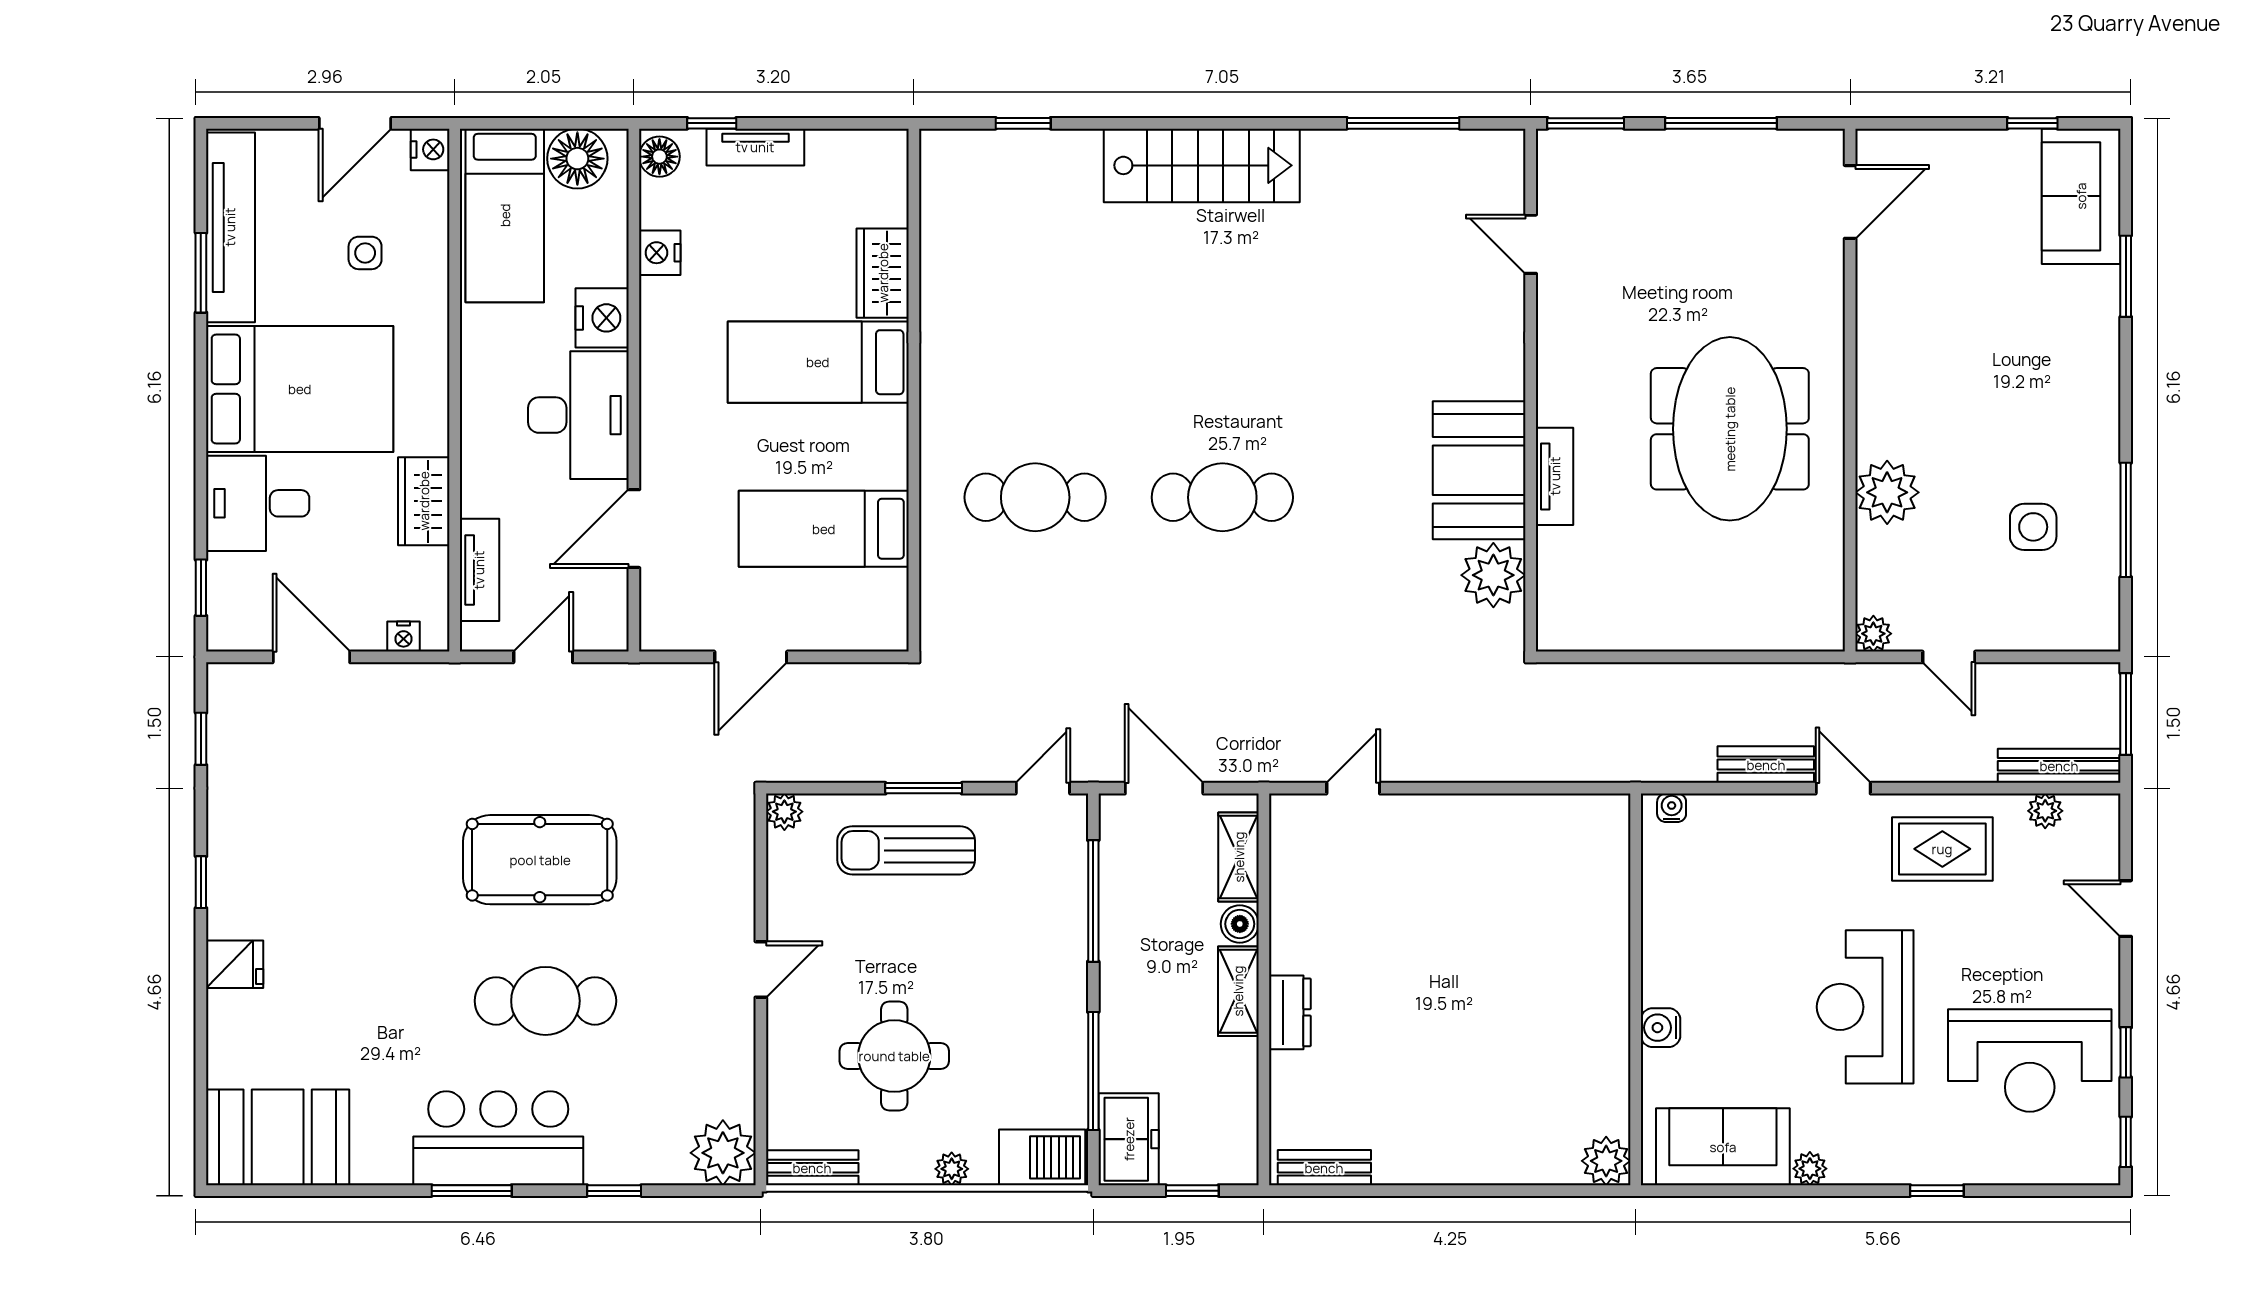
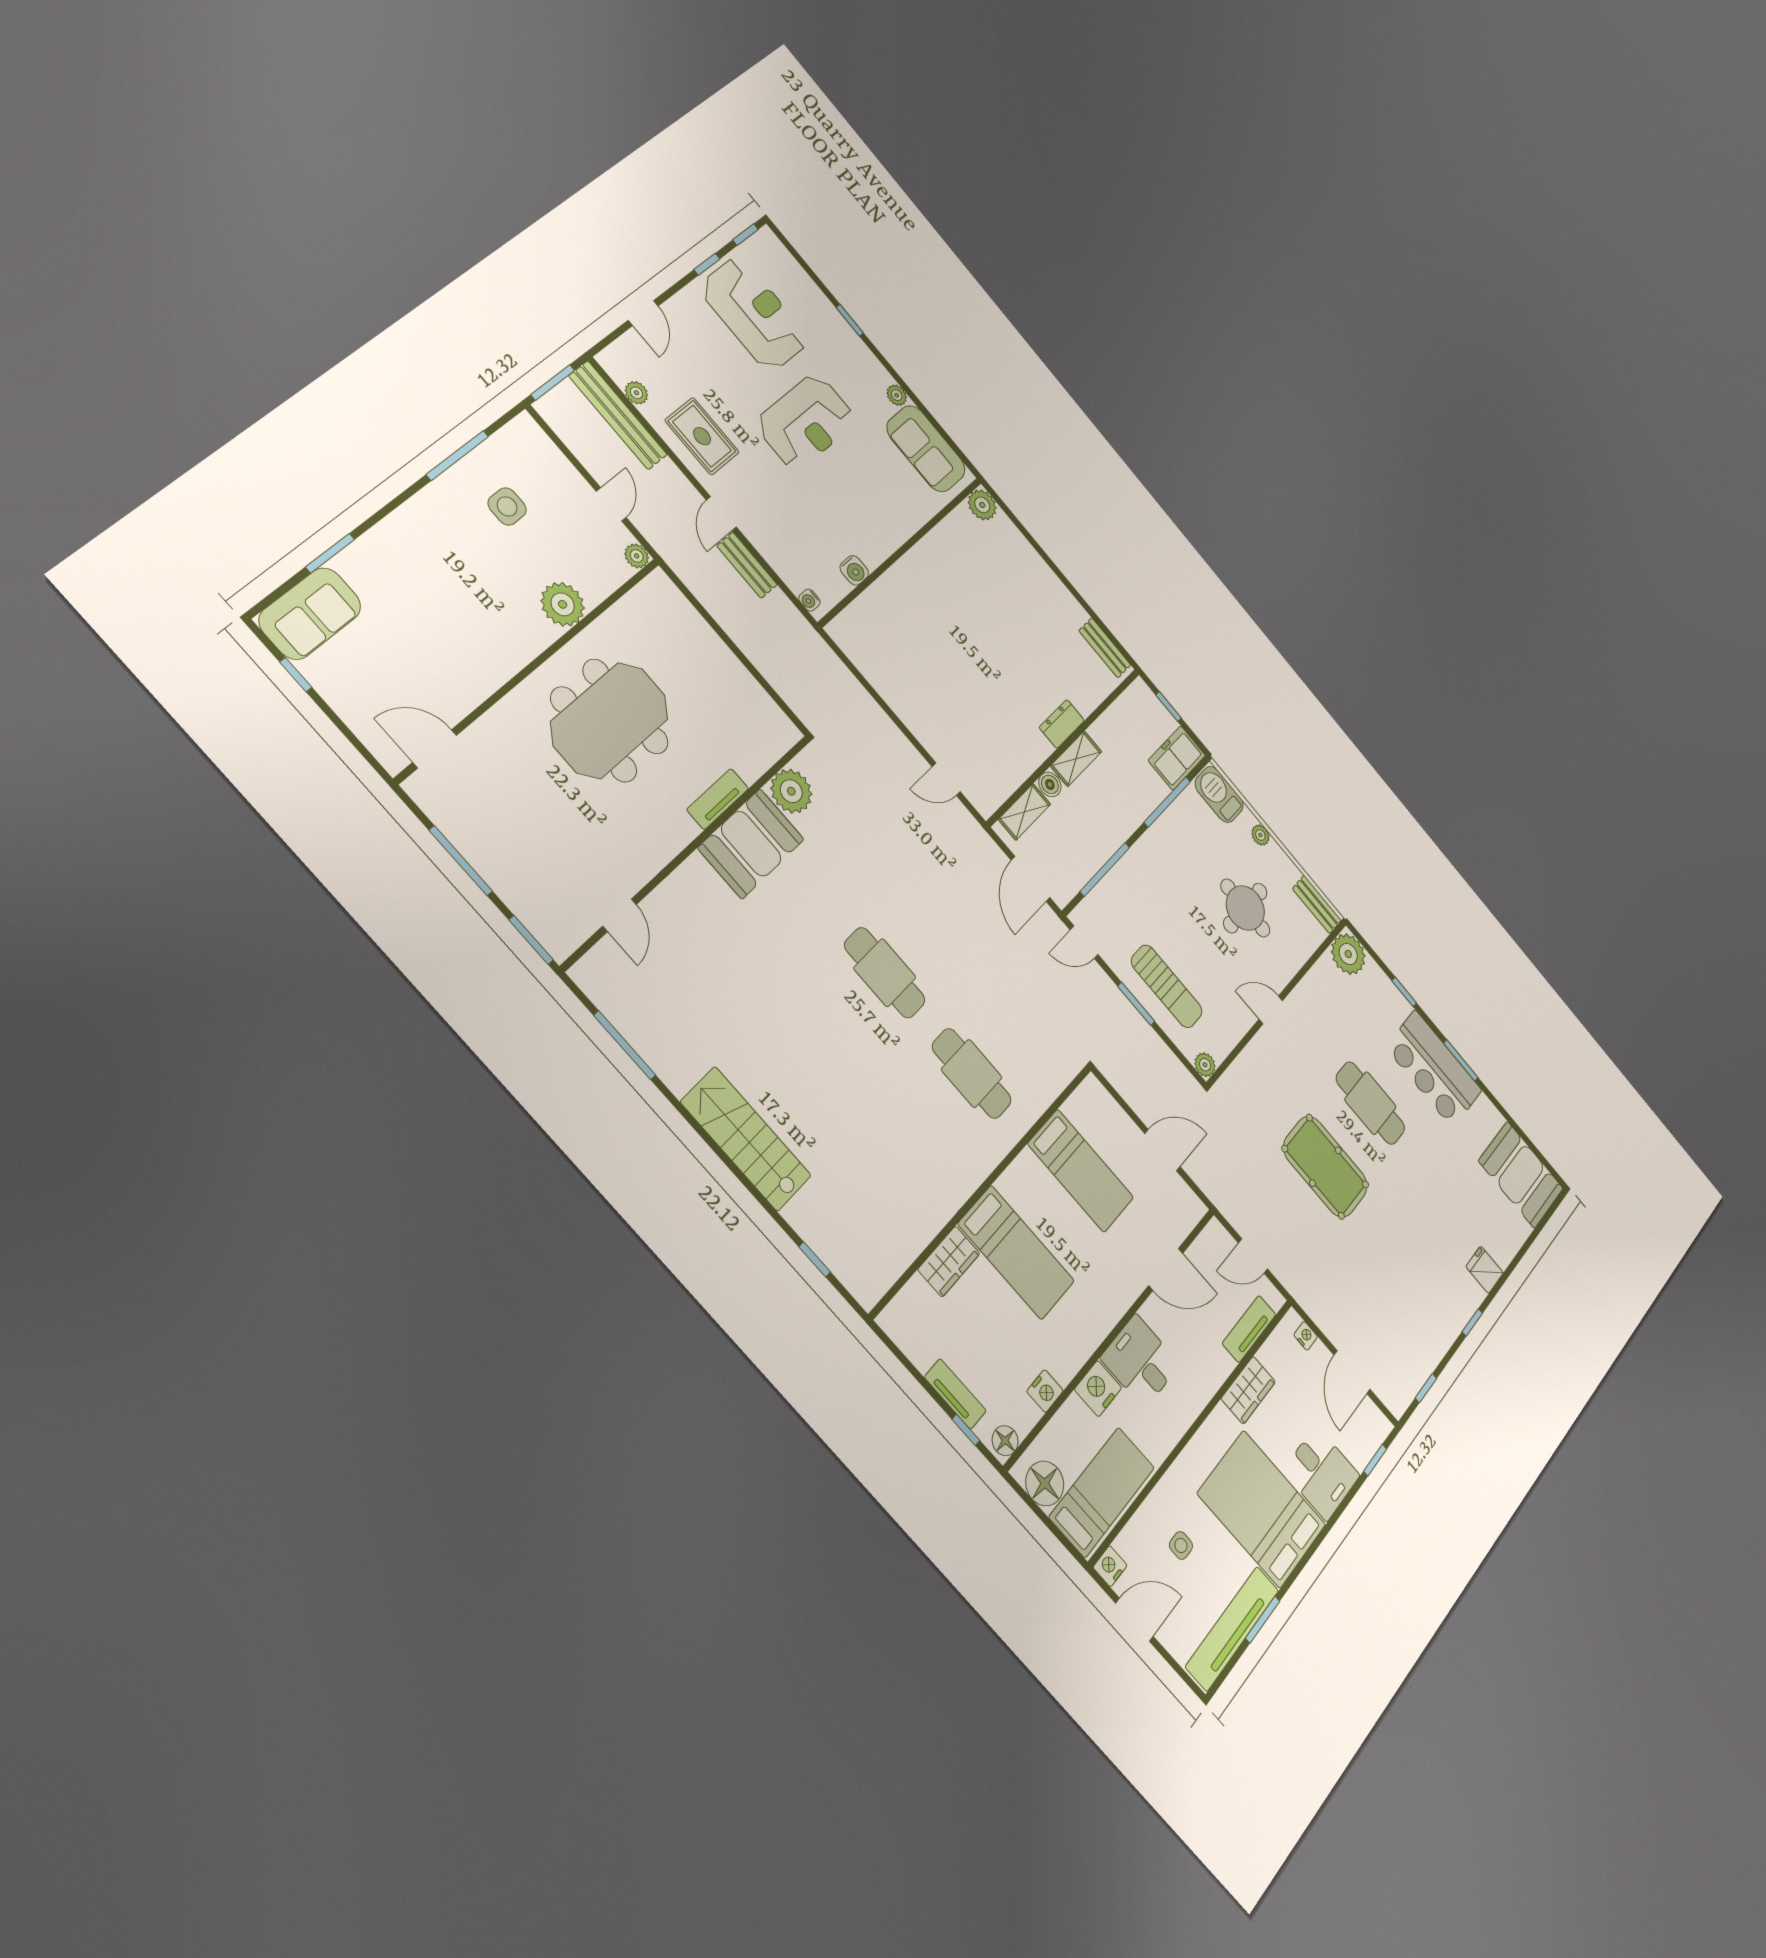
desk: (578, 415) -> (1140, 1361), width x0.73
bench: (2059, 766) -> (618, 415), width x1.37, depth x1.21
water cooler: (1661, 1028) -> (854, 570), moved

